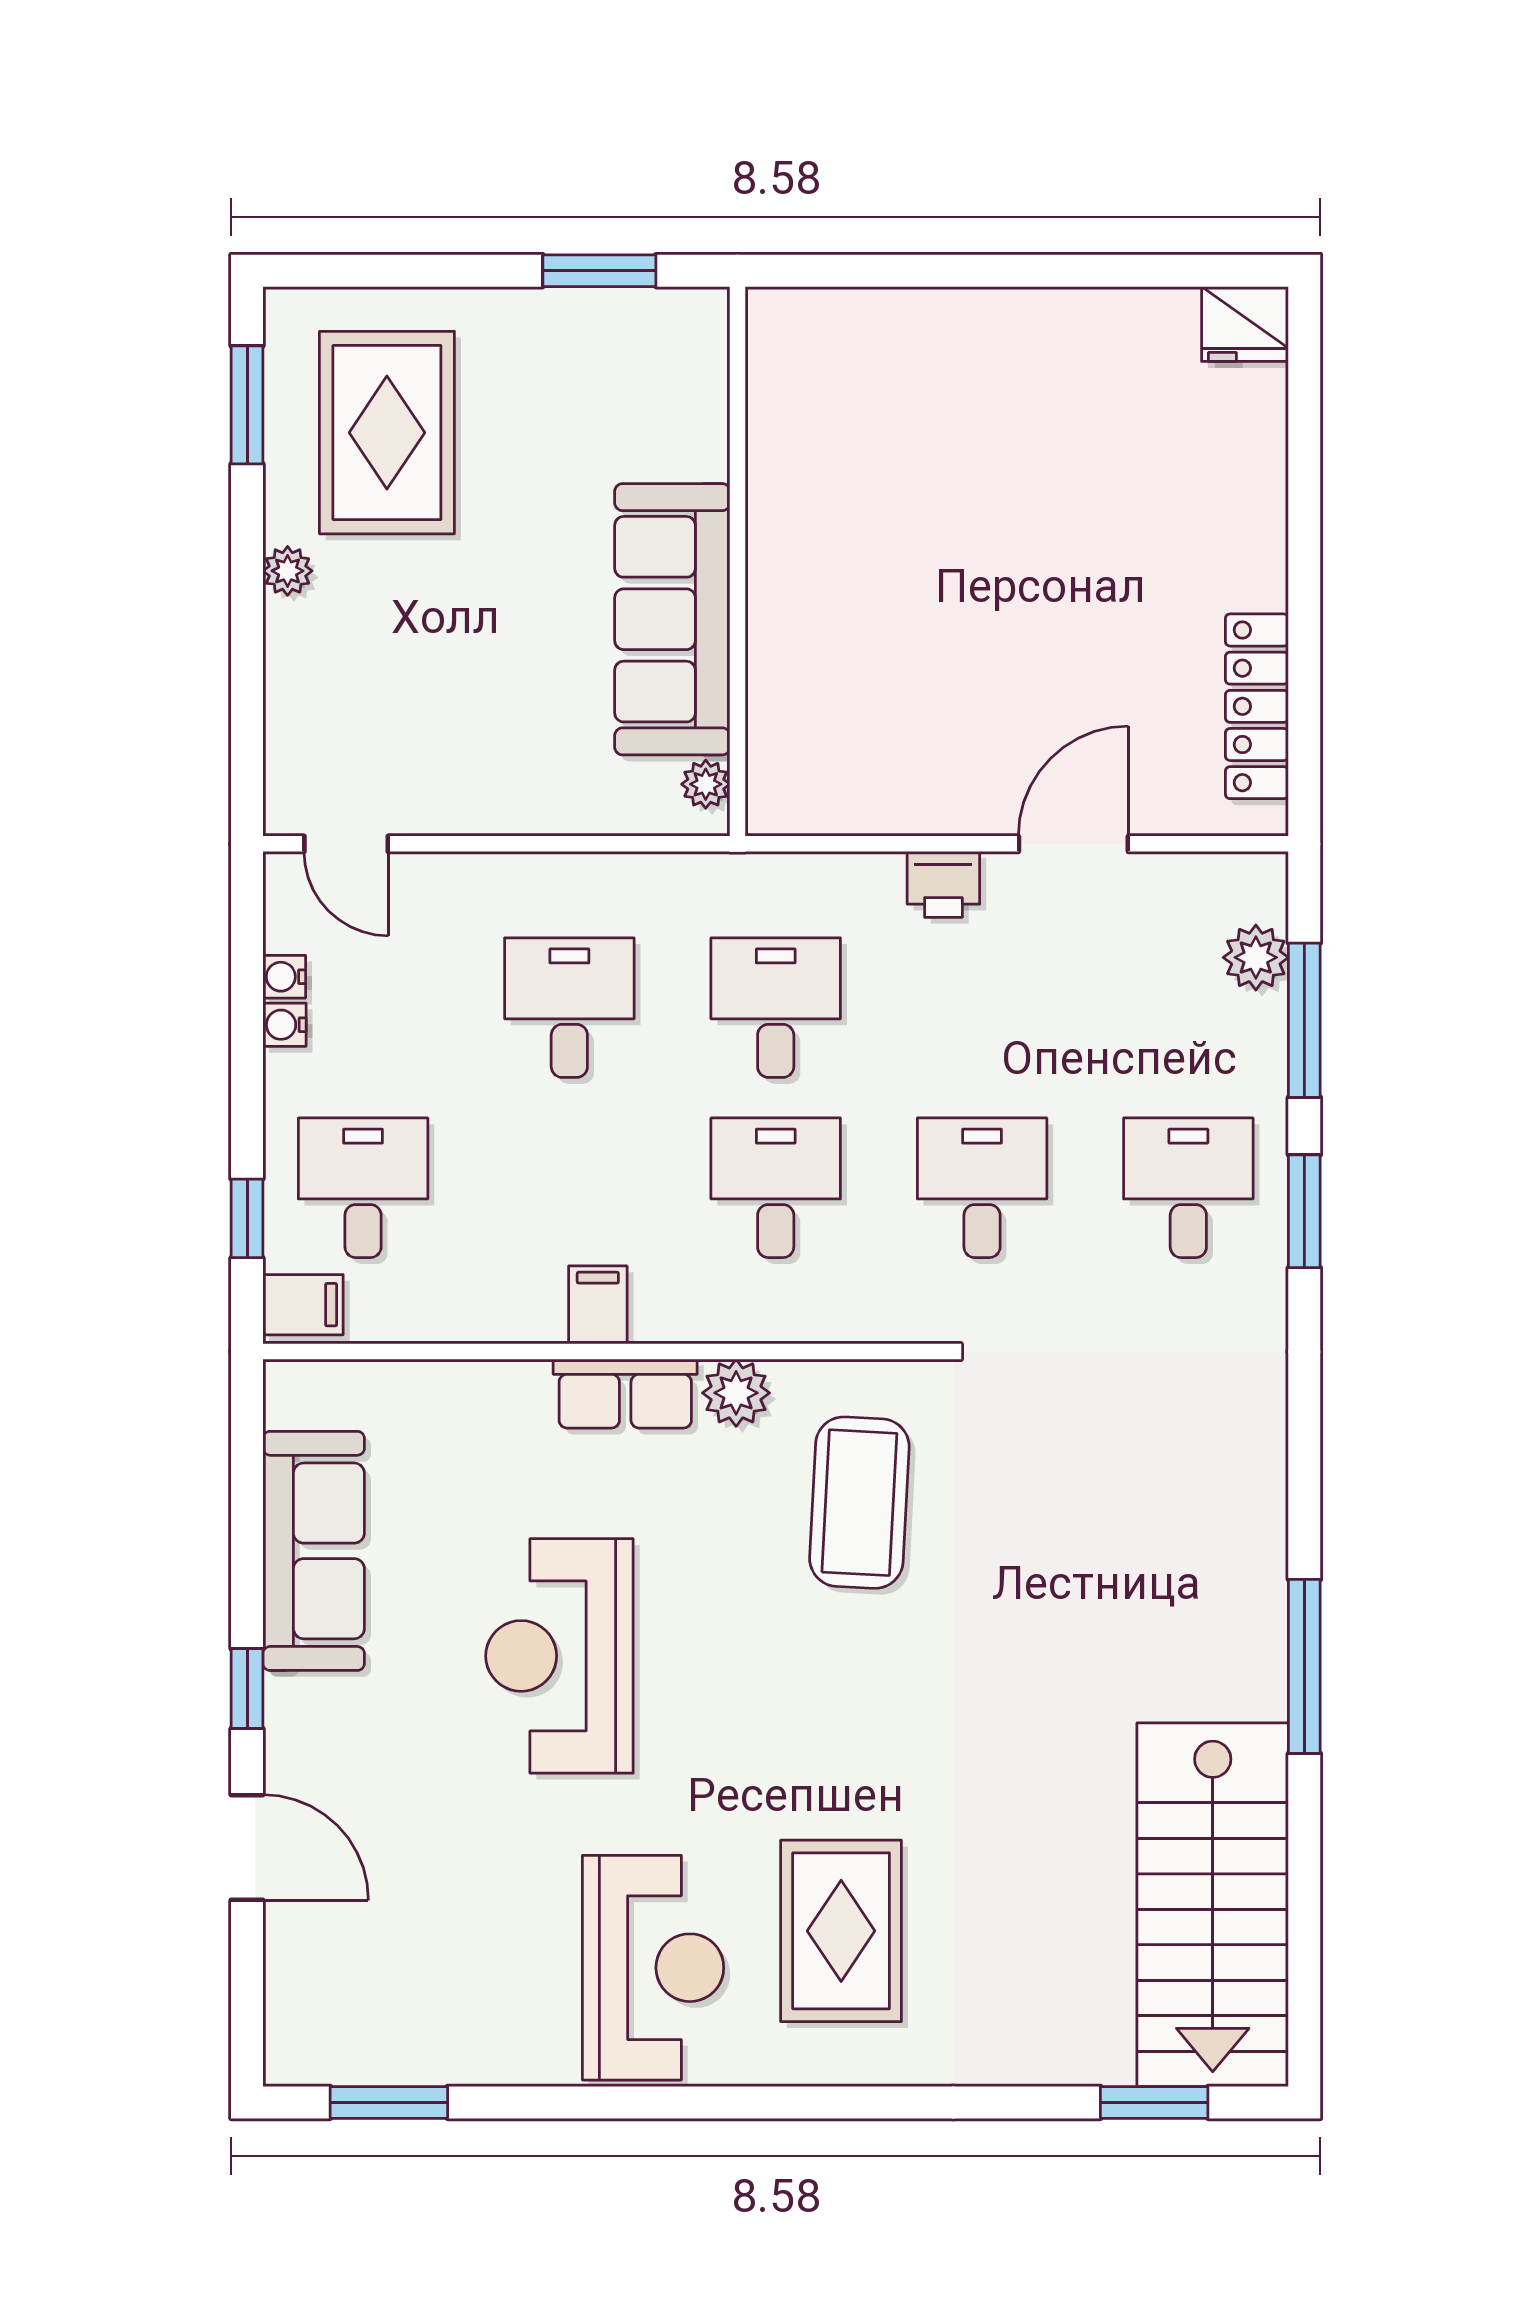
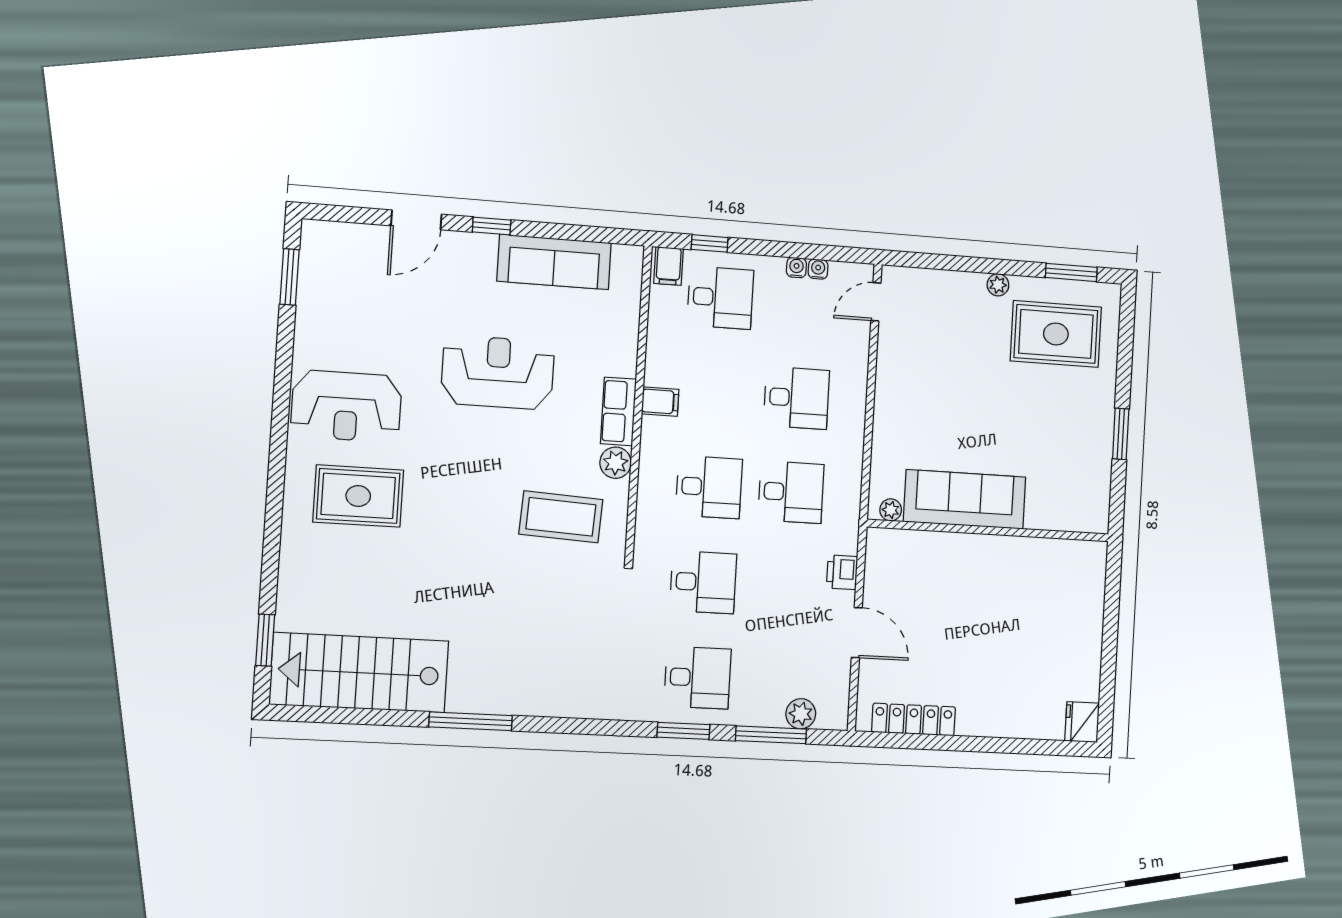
wall: (738, 561) -> (989, 530), moved
sofa: (672, 619) -> (965, 499), moved
plant: (706, 784) -> (891, 510), moved

